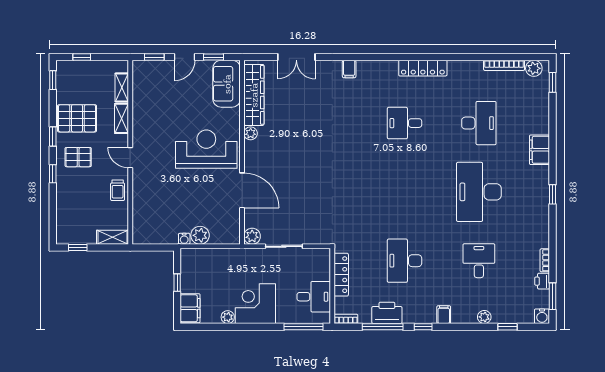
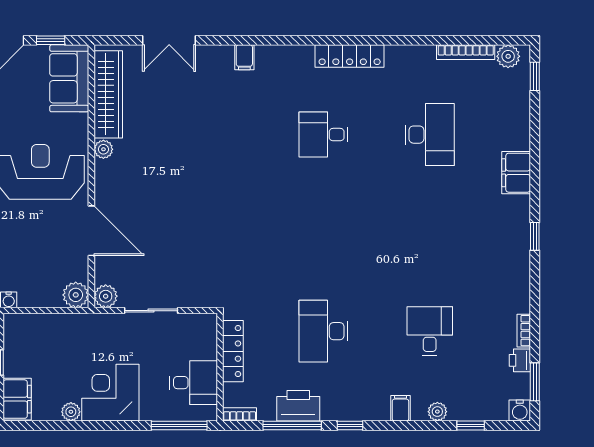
desk: (479, 192) -> (430, 233), removed
plant: (200, 235) -> (76, 295), moved
filing cabinet: (444, 315) -> (400, 408), moved

